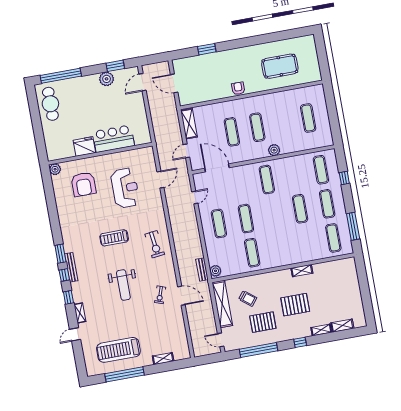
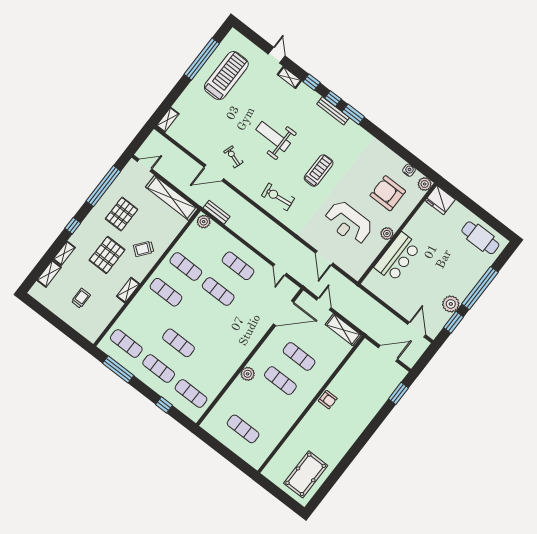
window: (207, 49) -> (398, 393), moved
pool table: (280, 66) -> (306, 474), moved
window: (61, 76) -> (480, 288), moved
fridge: (84, 147) -> (440, 200), moved, turned 90
plant: (107, 159) -> (387, 234), added
exercise mat: (267, 180) -> (166, 292), moved
water cooler: (57, 187) -> (409, 170), added
trolley: (336, 292) -> (81, 298), added
trolley: (248, 298) -> (144, 249), moved
shelving: (163, 359) -> (168, 120), moved

